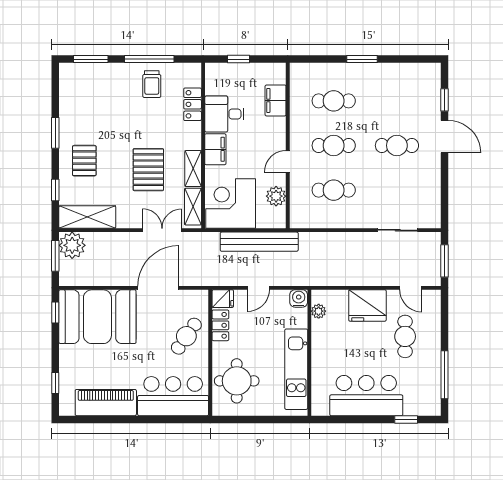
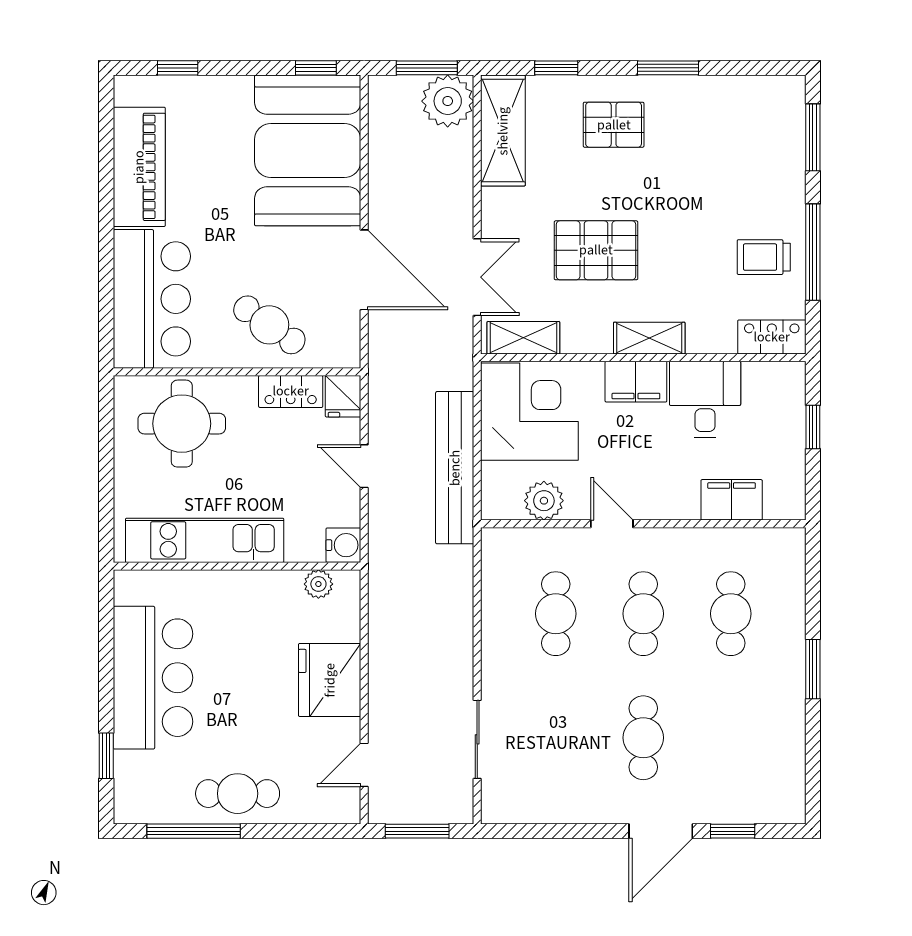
locker: (193, 104) -> (772, 337), moved
shelving: (193, 169) -> (649, 338), moved
cafe table: (405, 336) -> (238, 794), moved

